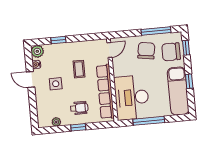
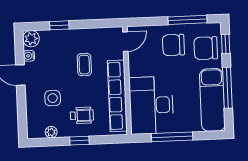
chair: (146, 51) -> (173, 45), turned -99
window: (189, 81) -> (227, 88), width x2.17
side table: (56, 84) -> (53, 98), moved

